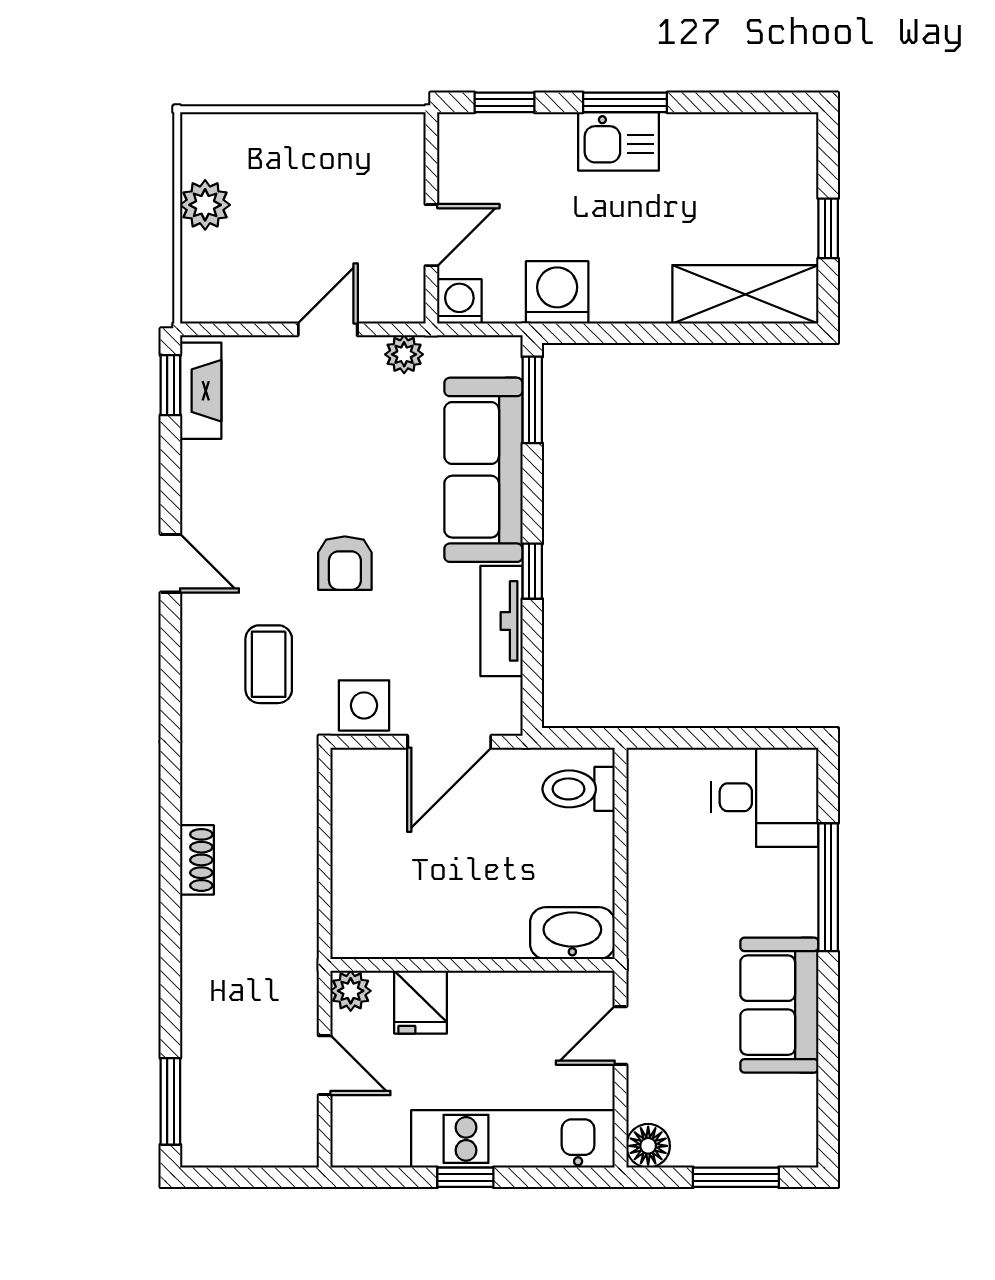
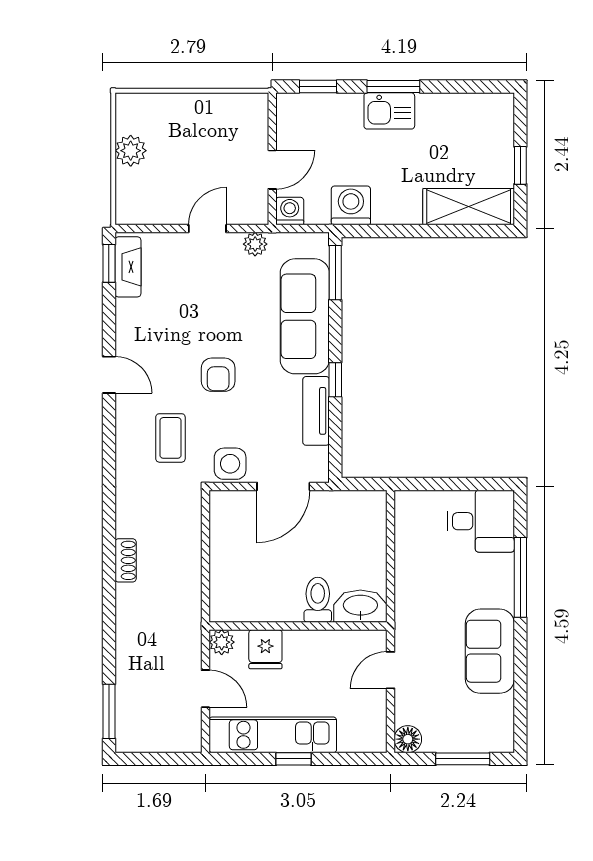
toilet: (579, 789) -> (318, 600), moved, turned 90
kitchen unit: (513, 1139) -> (273, 735), moved

